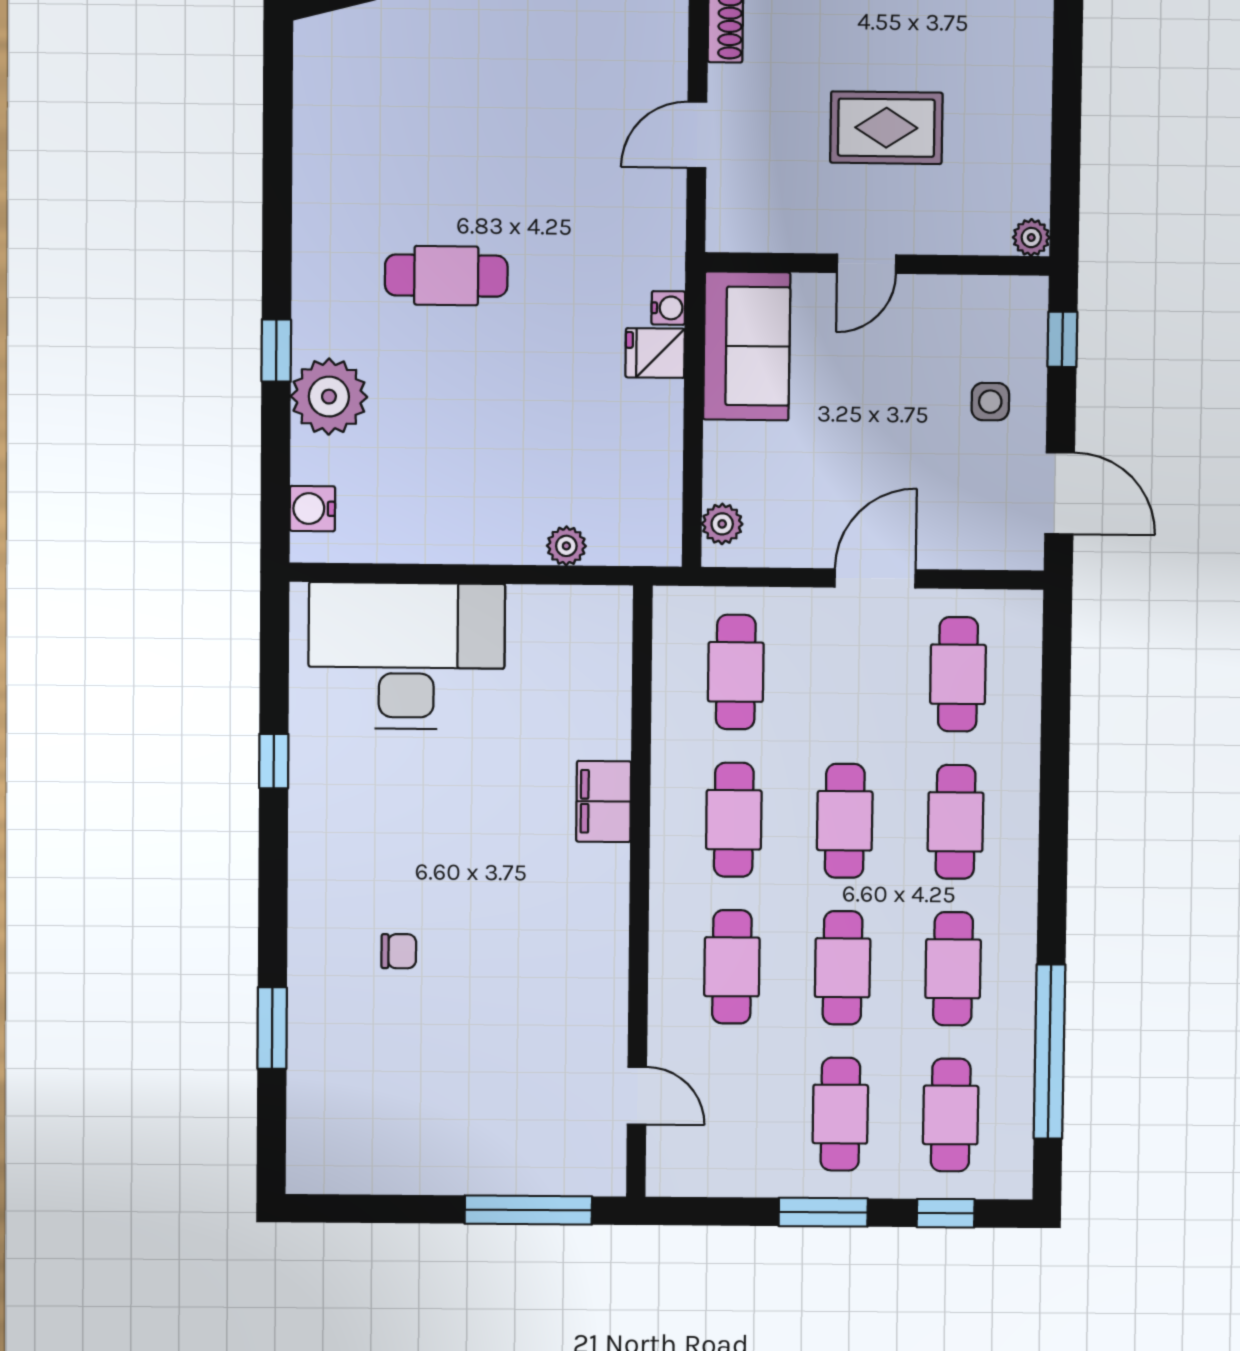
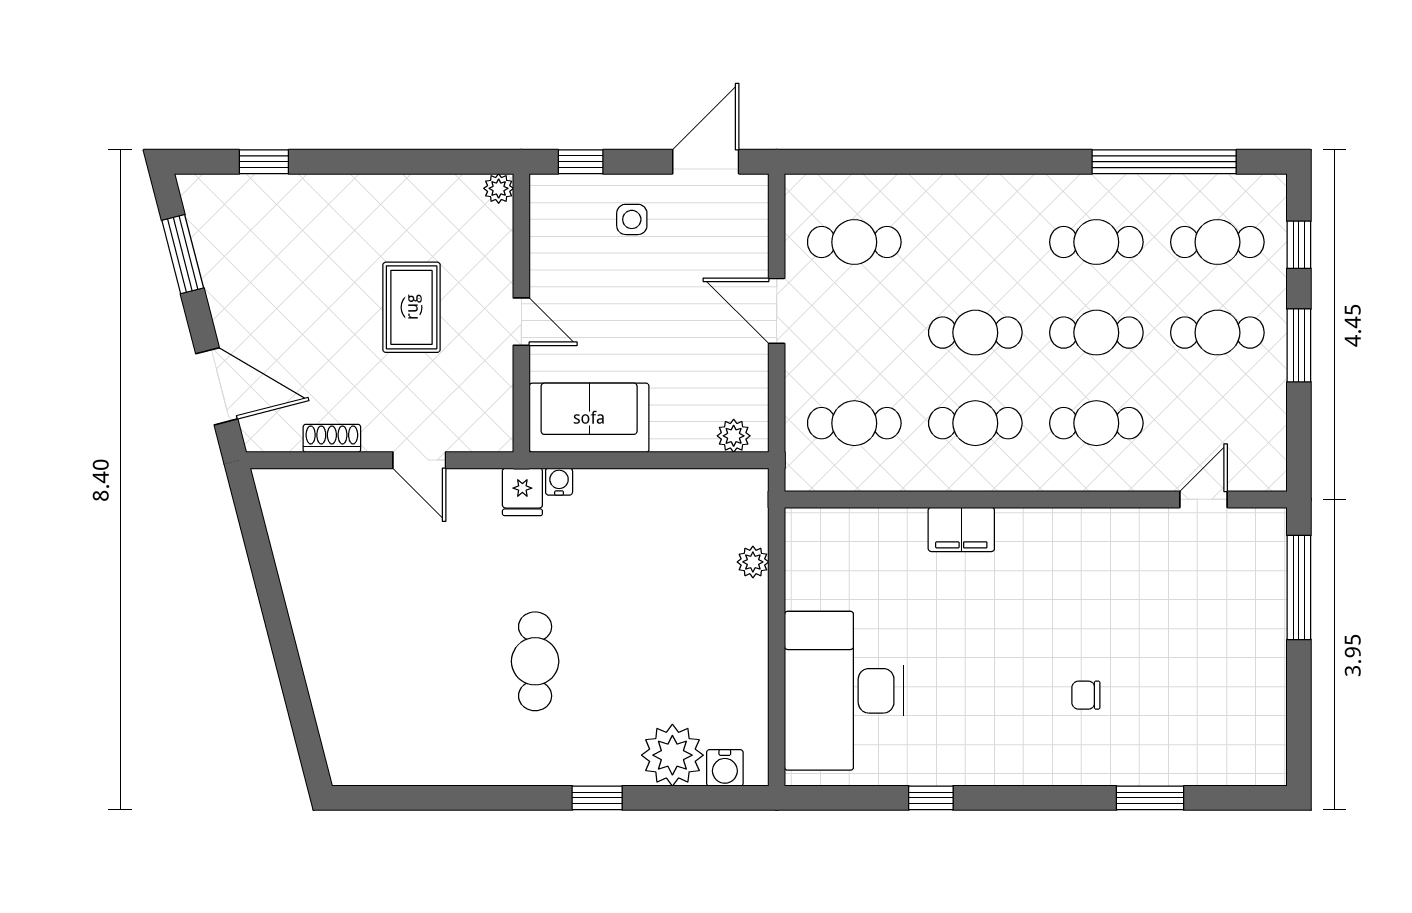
fridge: (655, 353) -> (522, 492), moved
plant: (329, 397) -> (672, 755), moved
cafe table: (956, 822) -> (975, 242), removed
chair: (399, 951) -> (1086, 695), turned -90

